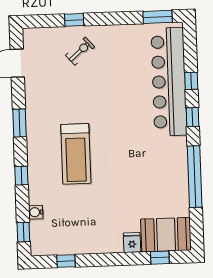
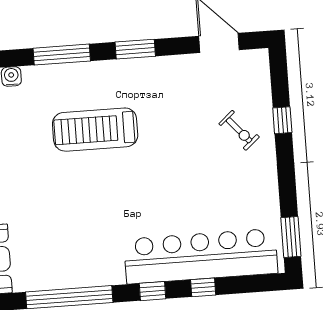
window: (21, 176) -> (62, 55), width x2.17

